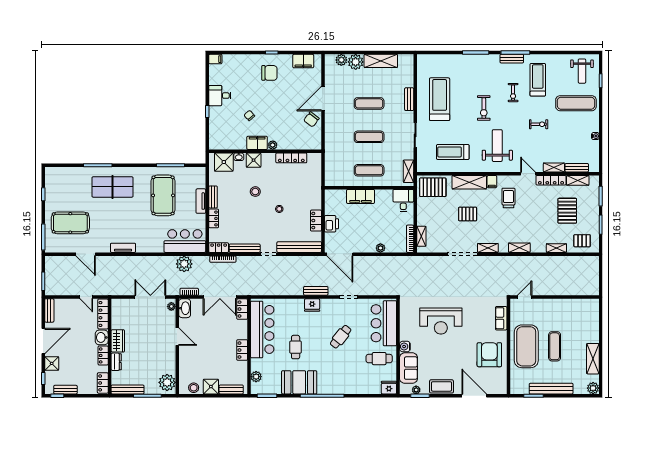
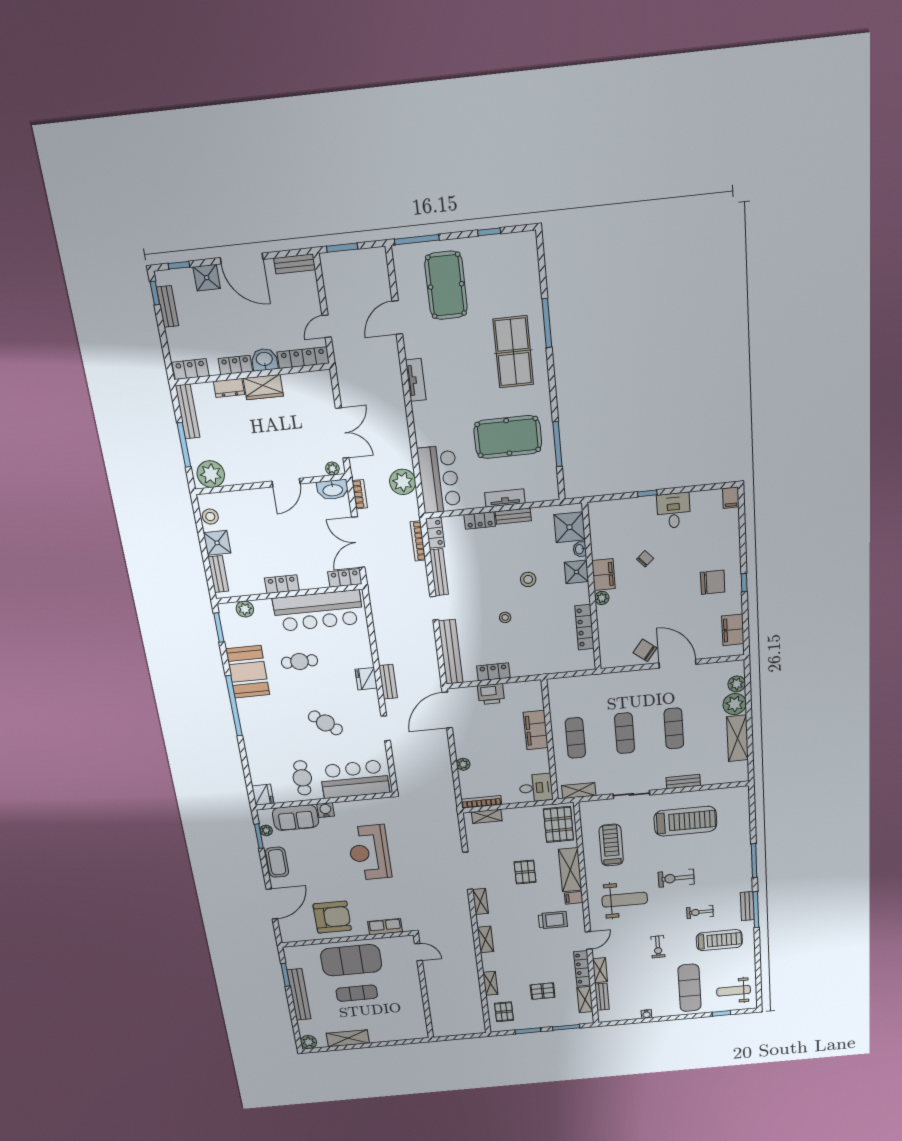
chair: (269, 73) -> (713, 582), turned -90
pallet: (567, 211) -> (543, 991), width x0.67, depth x0.71

